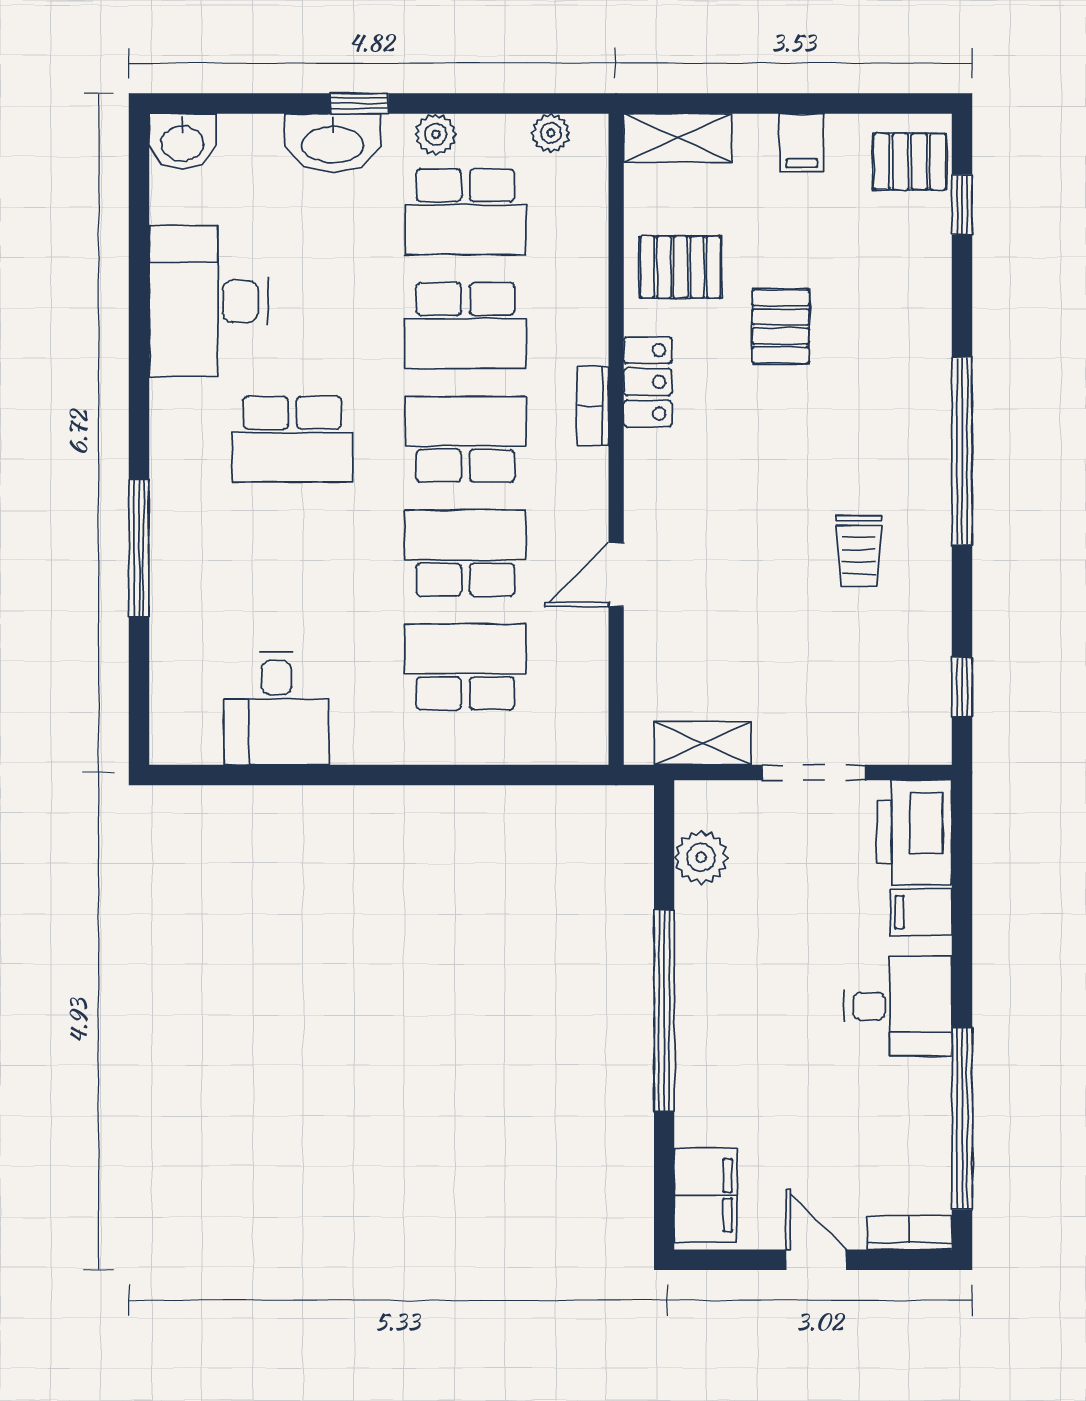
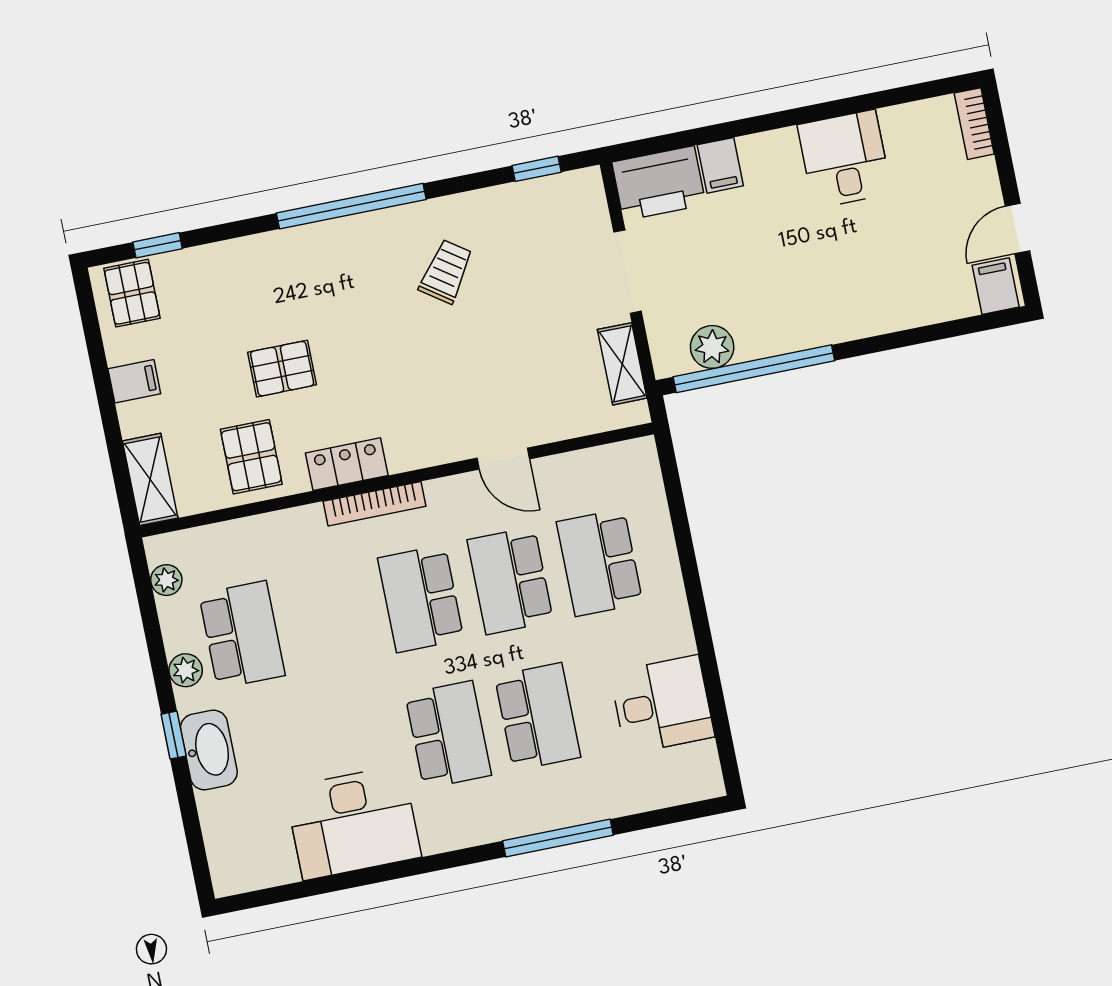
washbasin: (182, 142) -> (232, 868), removed
school desk: (465, 326) -> (538, 717), moved
bookcase: (593, 406) -> (374, 504), width x1.56
trolley: (859, 551) -> (446, 272), turned -55
desk: (898, 1006) -> (845, 159), moved
window: (664, 1011) -> (754, 369), moved
window: (962, 1118) -> (876, 100), removed
filing cabinet: (706, 1195) -> (996, 286), width x0.50
door: (816, 1260) -> (1018, 229), moved

